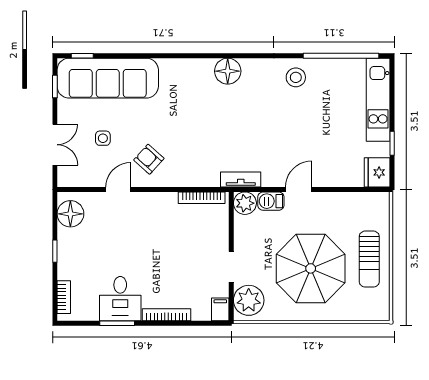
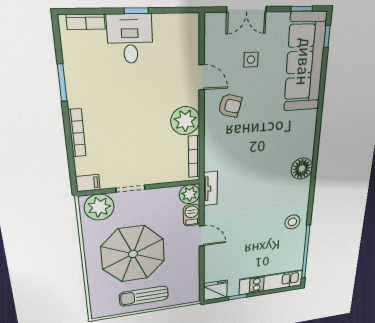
armchair: (149, 159) -> (230, 106), turned 63
plant: (162, 207) -> (185, 121), added
floor lamp: (70, 214) -> (177, 28), removed
desk: (120, 299) -> (130, 39), moved, turned 90

